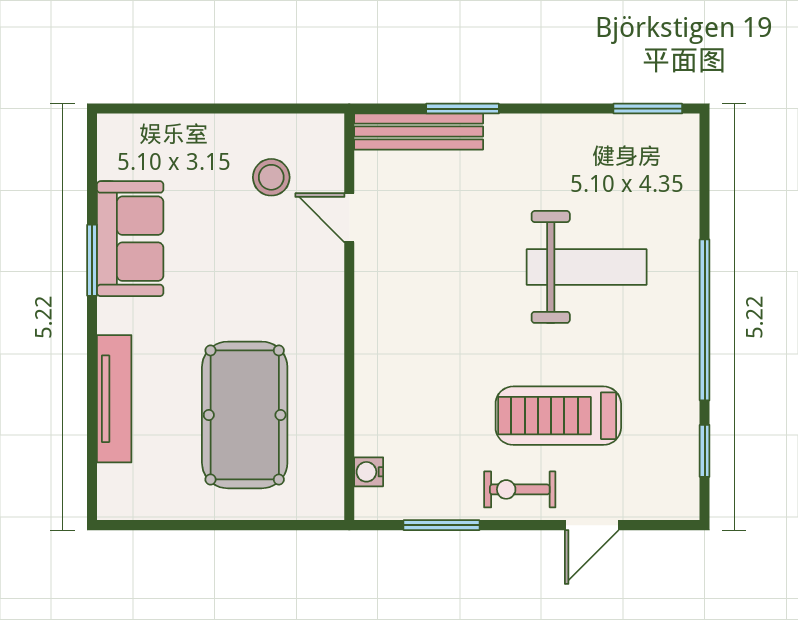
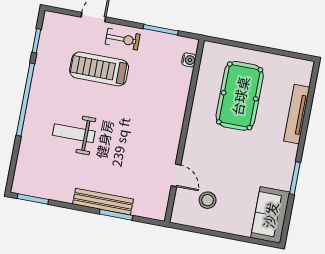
bench: (419, 132) -> (103, 202), moved
sofa: (130, 239) -> (270, 215), moved
weight bench: (587, 267) -> (74, 133), width x0.73, depth x0.75
treadmill: (558, 416) -> (99, 69), turned 180

